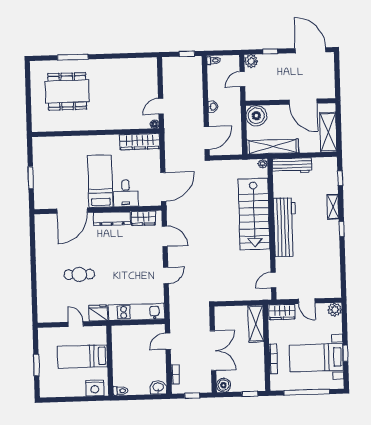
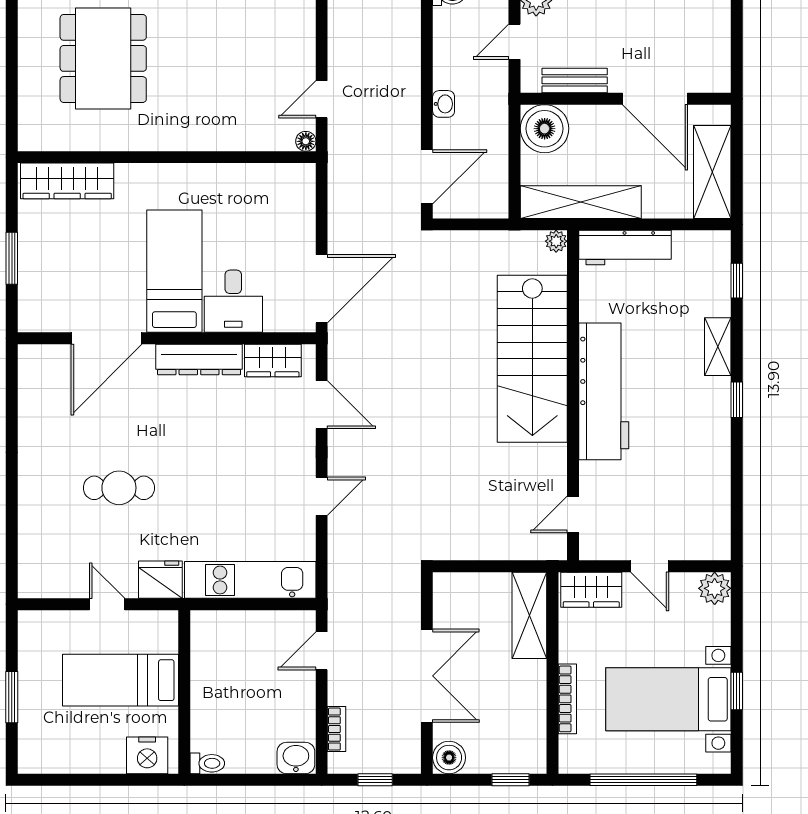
dining table: (67, 91) -> (103, 58), turned 90
bench: (269, 95) -> (575, 80), added
wardrobe: (140, 142) -> (67, 181), moved

